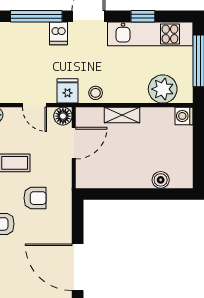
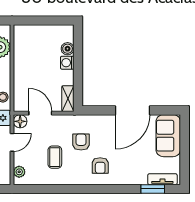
shelving: (122, 115) -> (68, 99), moved
washing machine: (184, 116) -> (67, 63), moved, turned 90

